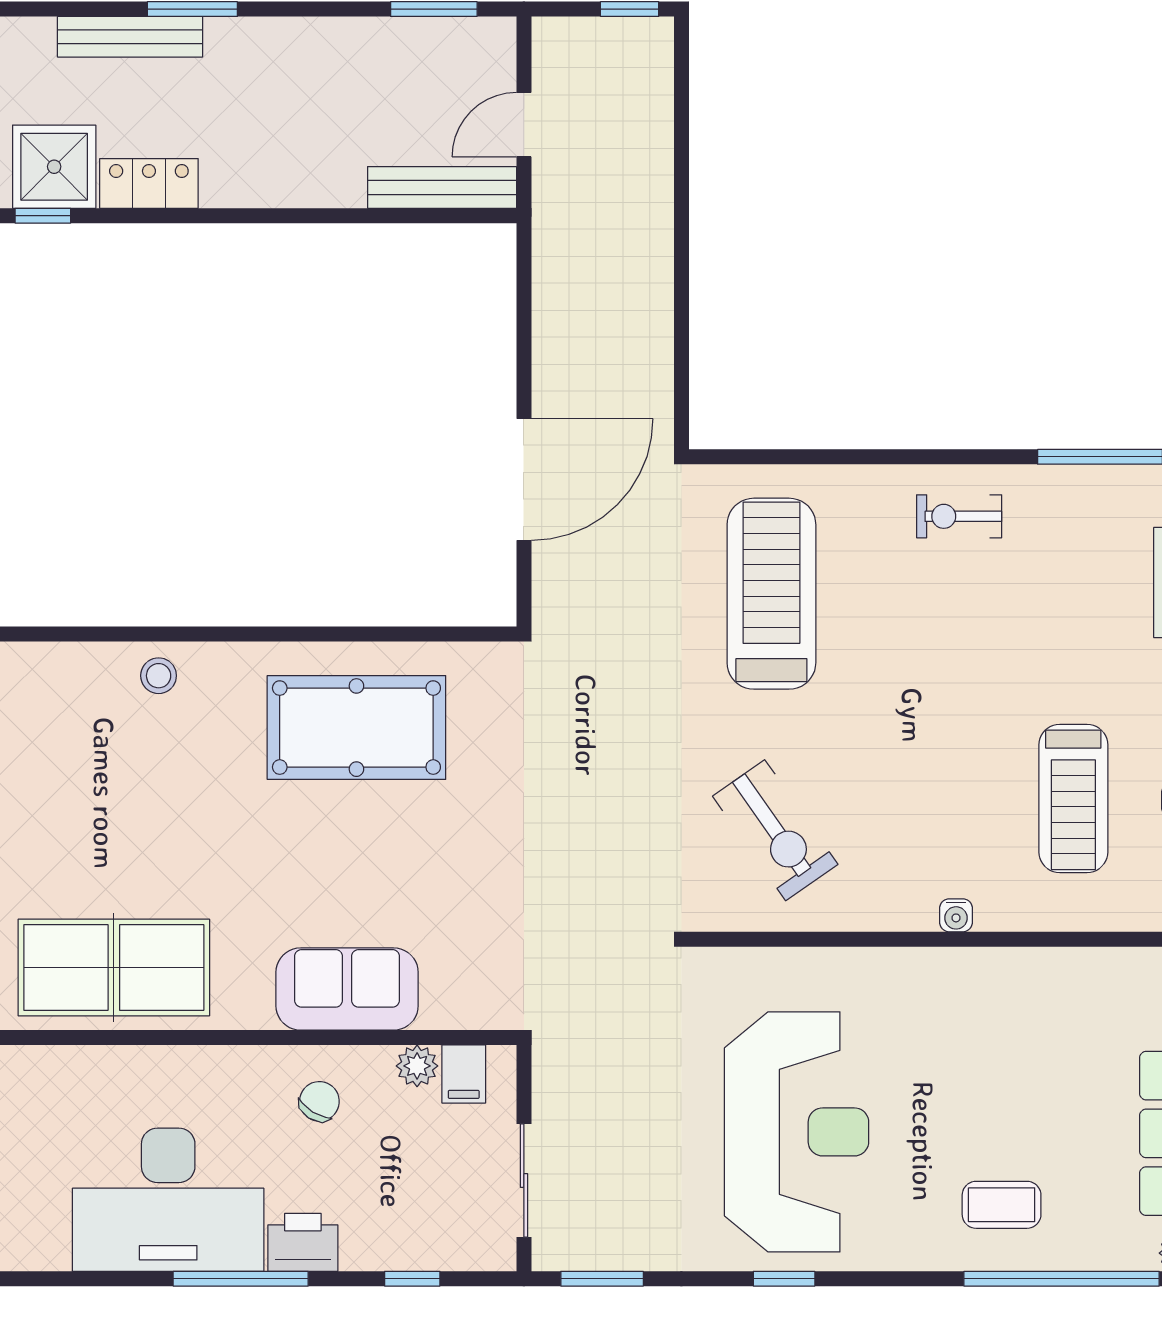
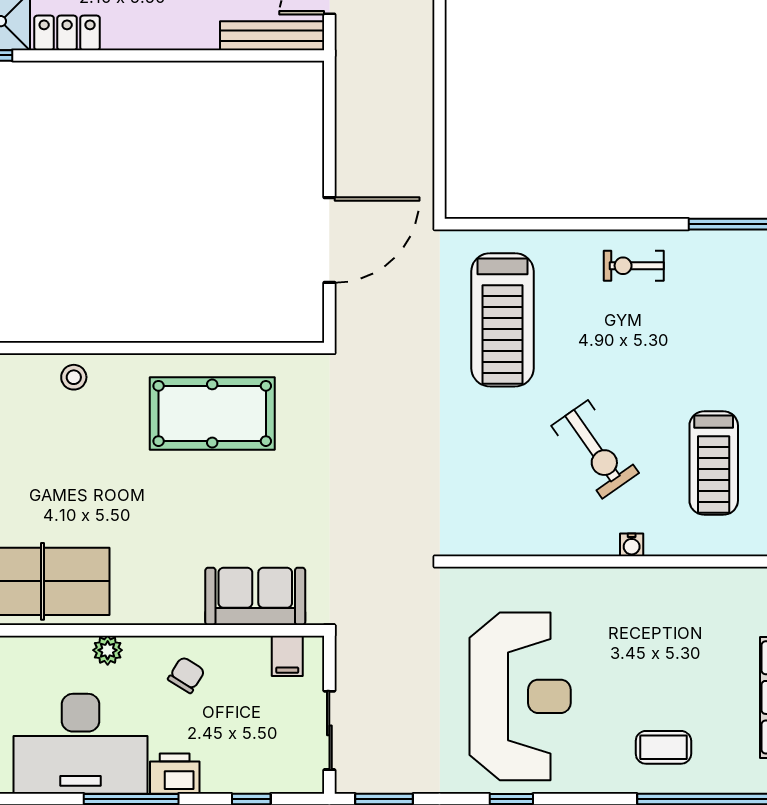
treadmill: (771, 594) -> (502, 320), turned 180
exercise bike: (775, 830) -> (595, 449), moved
sofa: (347, 989) -> (255, 596), moved
plant: (417, 1066) -> (108, 650), moved

